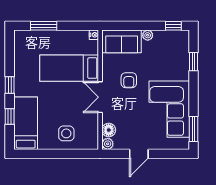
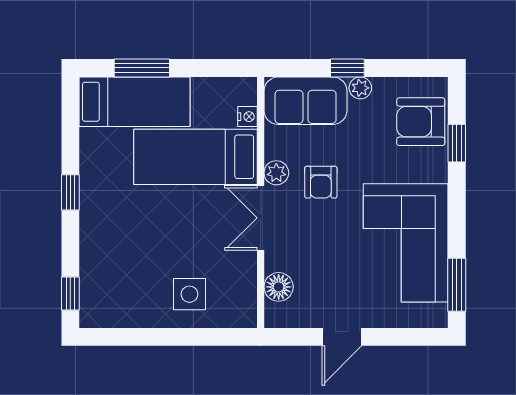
window: (173, 26) -> (347, 68), moved
nightstand: (94, 35) -> (248, 117), moved
armchair: (176, 51) -> (421, 122), added
window: (10, 117) -> (70, 293), moved
bed: (26, 123) -> (134, 102), moved, turned 90
plant: (108, 144) -> (276, 173), moved

